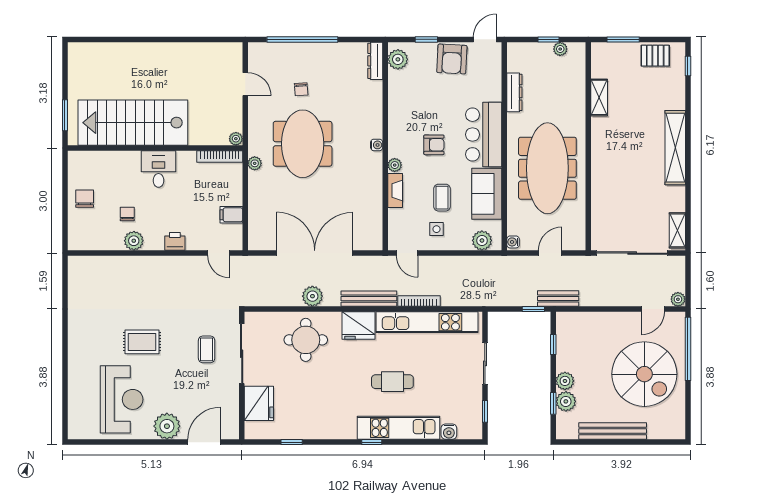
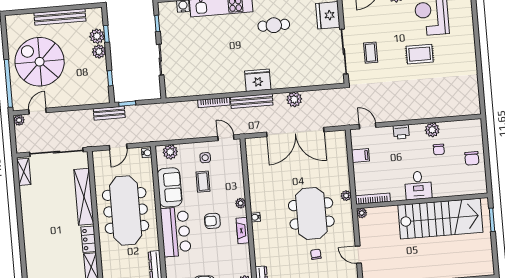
locker: (599, 134) -> (89, 239), added
shelving: (675, 148) -> (84, 197), moved
fireplace: (395, 190) -> (243, 230), moved
kitchen unit: (427, 322) -> (206, 87), removed
round table: (306, 340) -> (297, 66), removed
cafe table: (392, 382) -> (274, 25), moved

